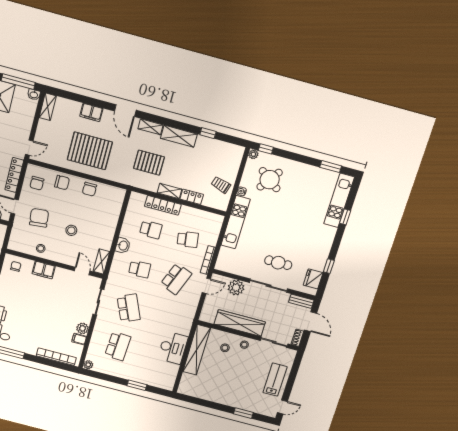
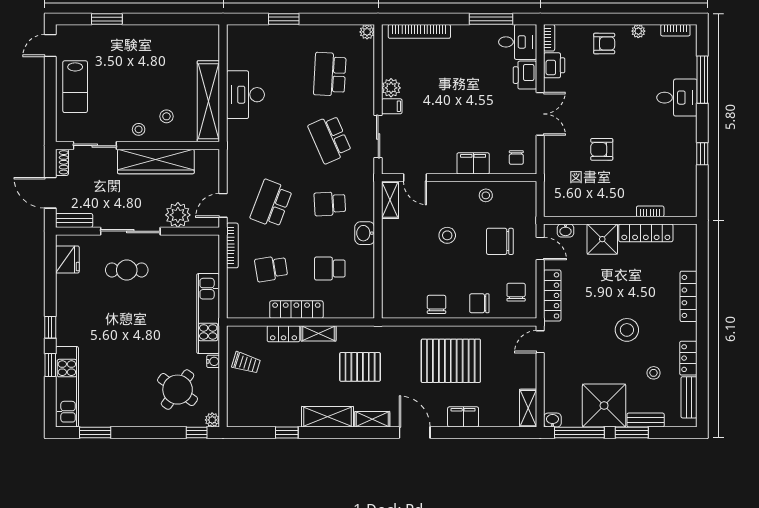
locker: (163, 205) -> (296, 310), moved
chair: (39, 218) -> (500, 241), turned 96
window: (329, 266) -> (50, 327), moved
filing cabinet: (79, 339) -> (392, 106), moved

